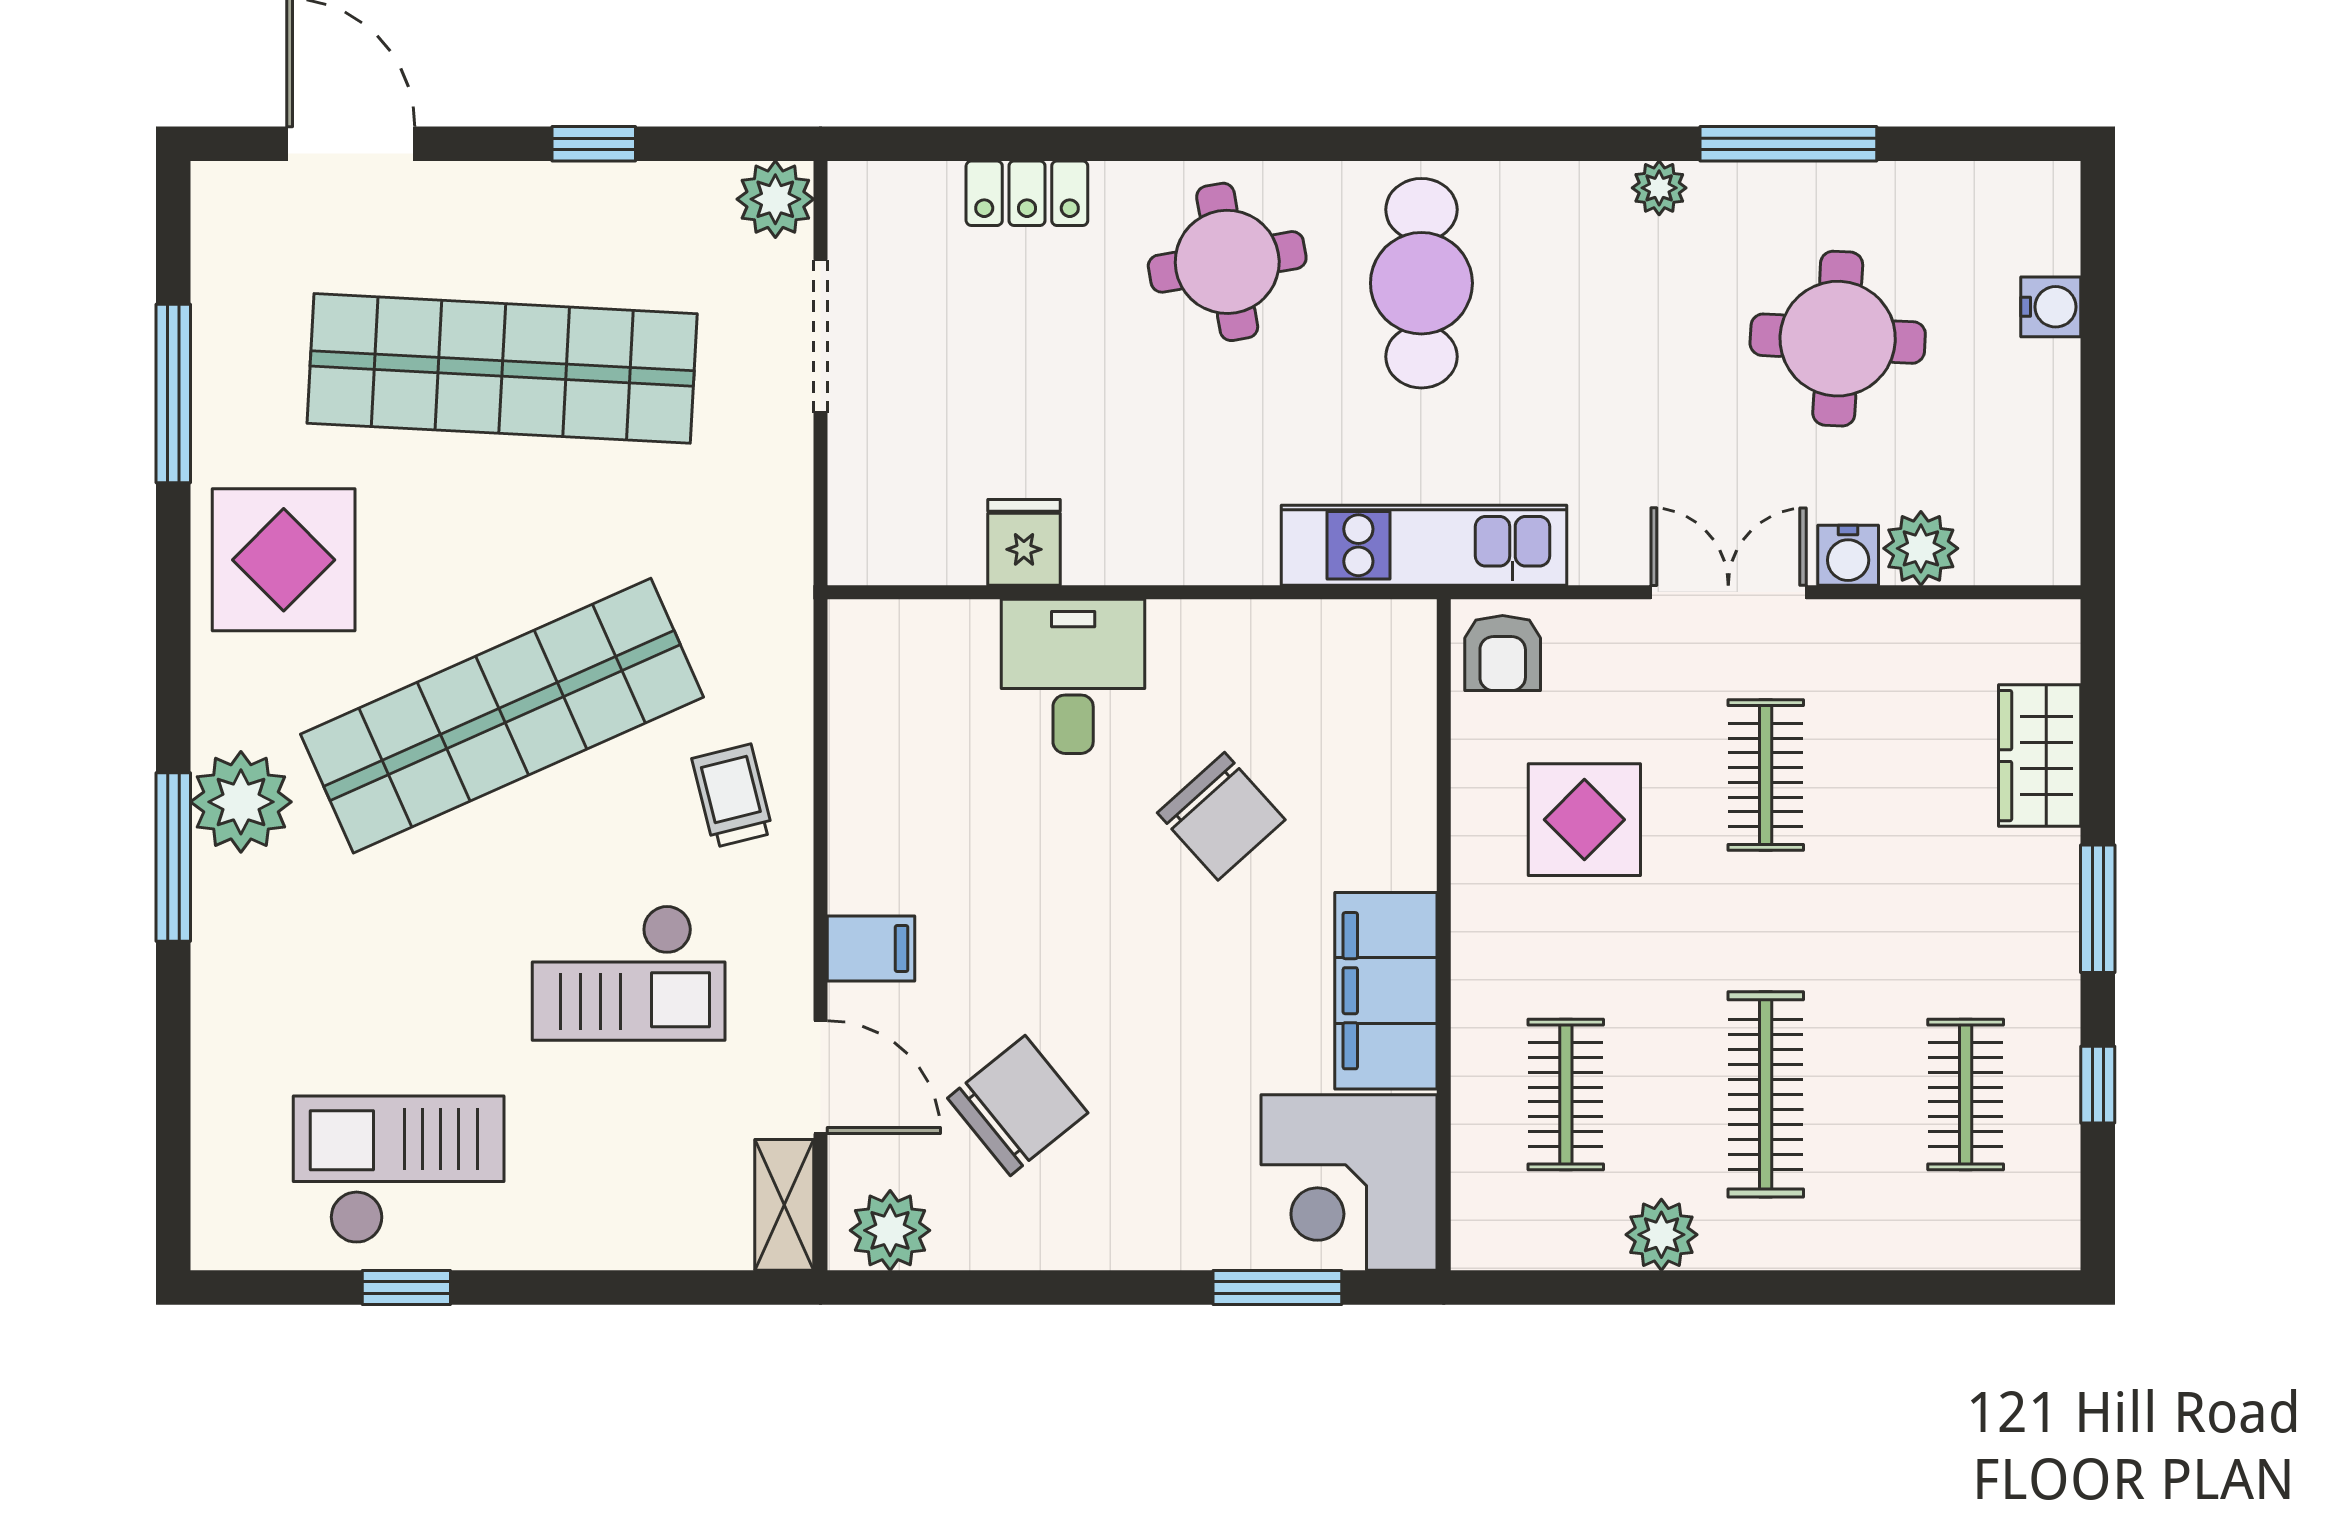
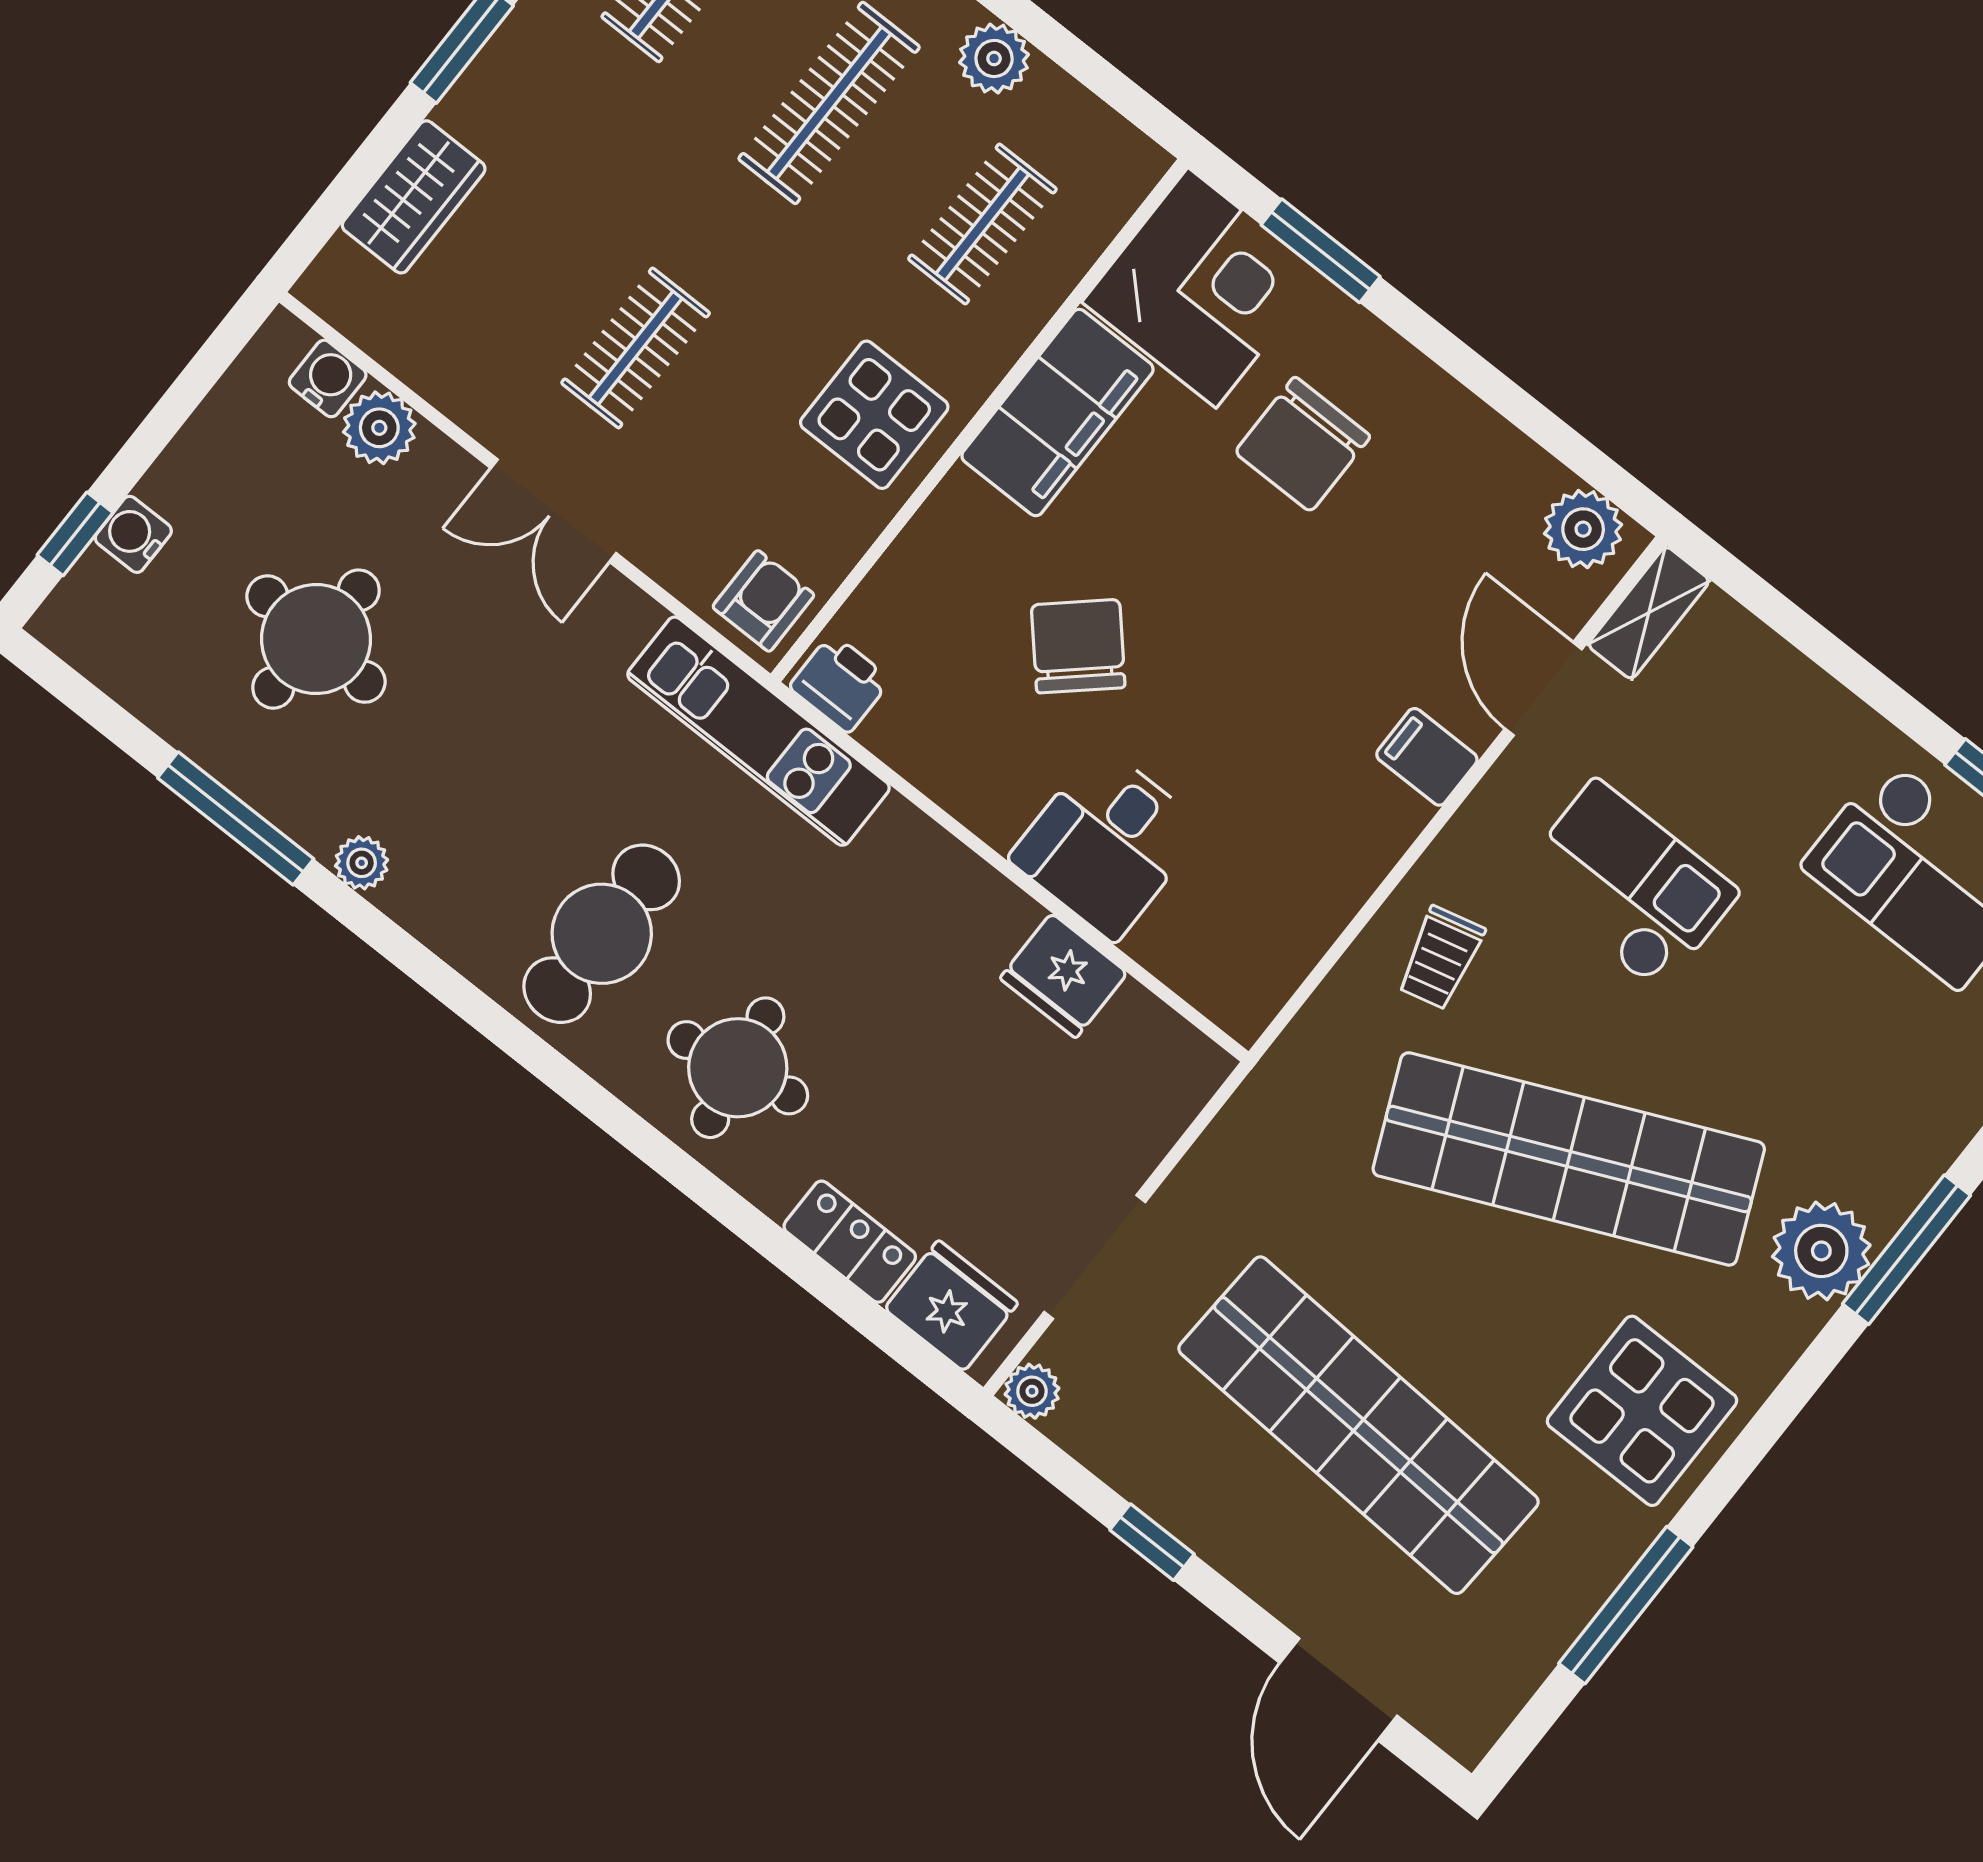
plant: (775, 199) -> (1032, 1391), width x0.73, depth x0.73
fridge: (905, 206) -> (951, 1306), added
window: (2098, 270) -> (75, 534), added
fridge: (1024, 542) -> (1064, 976), width x1.38
water cooler: (1848, 555) -> (328, 378), moved
printer: (1389, 635) -> (840, 683), added
display table: (1584, 820) -> (874, 415), moved
chair: (1018, 1105) -> (1303, 444), moved, turned -51

